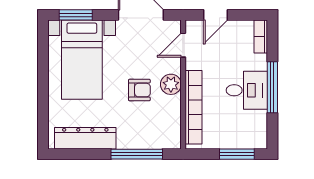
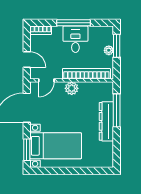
door: (183, 45) -> (46, 80), hinge flipped
armchair: (139, 90) -> (75, 109), removed
dresser: (85, 138) -> (106, 121), moved
plant: (230, 142) -> (109, 50), added

